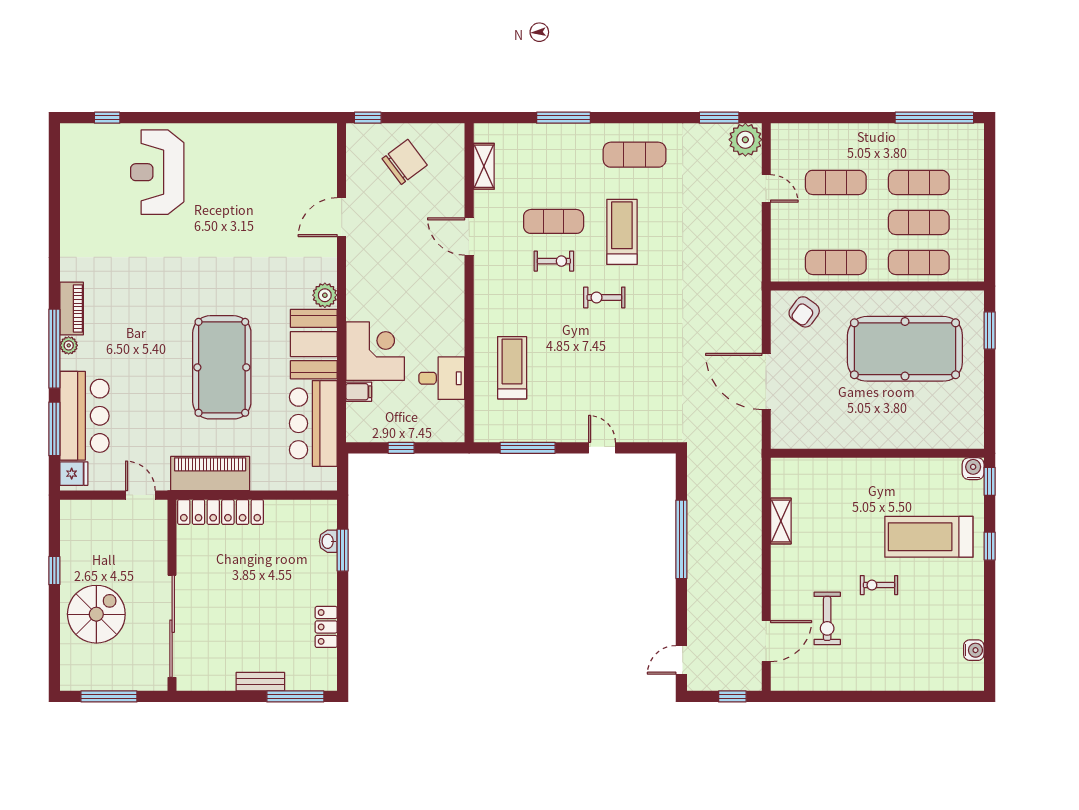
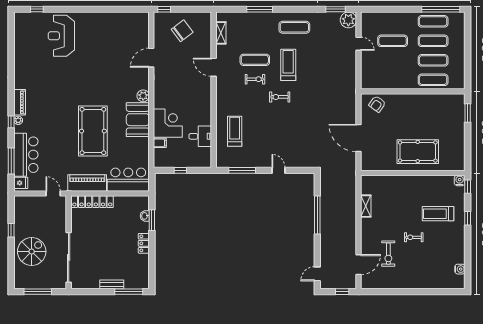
exercise mat: (836, 262) -> (433, 21), moved
window: (54, 349) -> (11, 122), width x0.32
pool table: (905, 349) -> (418, 152), moved, width x0.73, depth x0.76
bar counter: (313, 423) -> (128, 180), moved, turned 90
treadmill: (929, 537) -> (438, 214), width x0.73, depth x0.73
locker: (326, 627) -> (144, 243), moved

